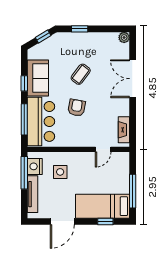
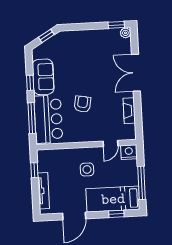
window: (80, 29) -> (116, 25), moved
coffee table: (81, 74) -> (85, 71), removed
fireplace: (124, 130) -> (129, 111), moved
nightstand: (35, 166) -> (129, 152), moved, turned 90
side table: (60, 172) -> (87, 169), moved
window: (24, 173) -> (34, 170), width x0.46

